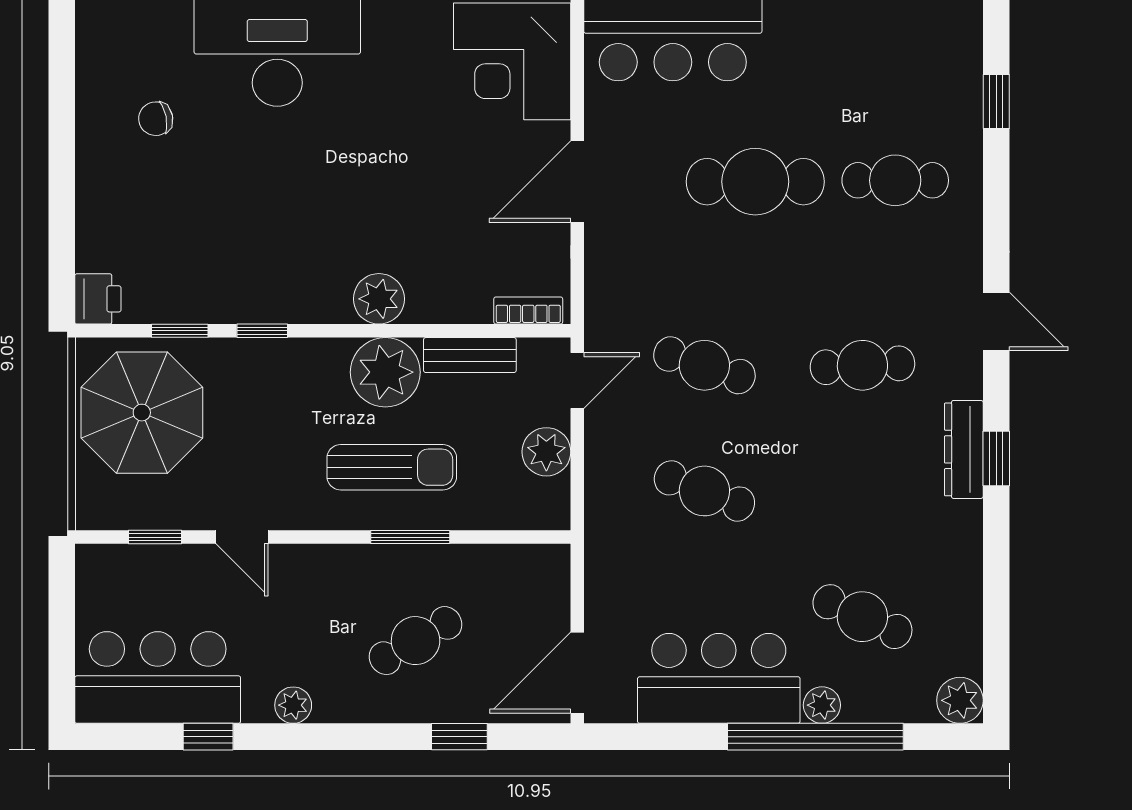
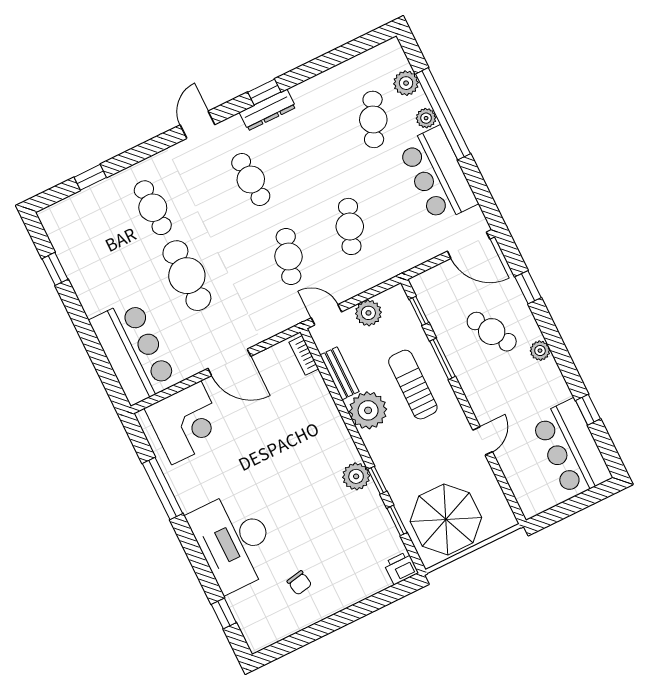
plant: (379, 299) -> (356, 476), moved
window: (155, 537) -> (419, 311), moved
plant: (960, 700) -> (406, 83), moved
plant: (293, 705) -> (540, 351), moved

